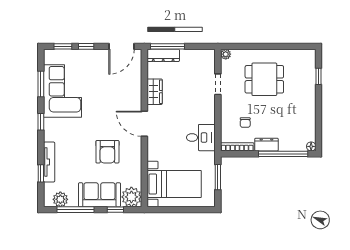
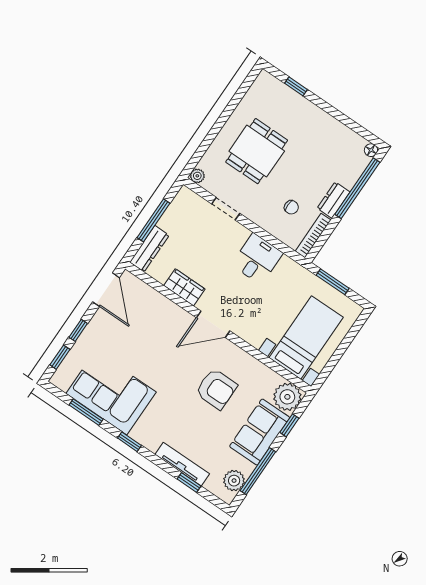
window: (167, 46) -> (154, 220), moved
desk: (201, 138) -> (257, 259), moved

